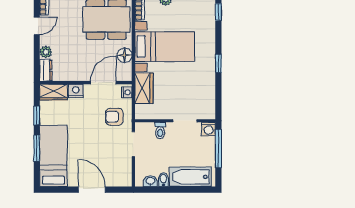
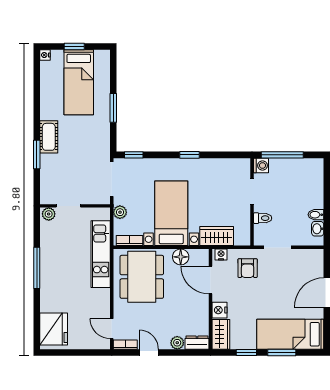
bathtub: (190, 177) -> (313, 185), removed

